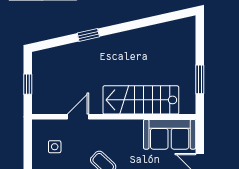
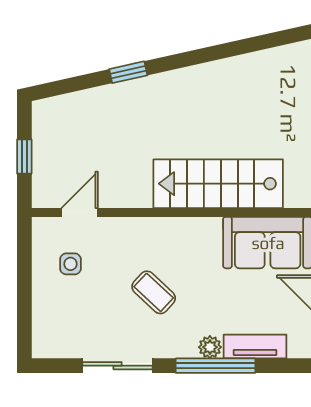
door: (78, 117) -> (80, 212), moved

